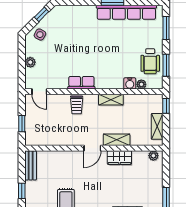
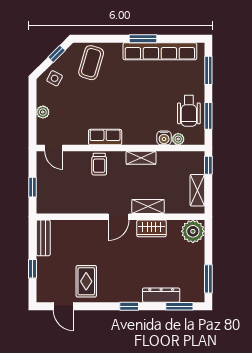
coffee table: (70, 22) -> (91, 63), added
plant: (153, 156) -> (193, 231), width x1.88, depth x1.88

